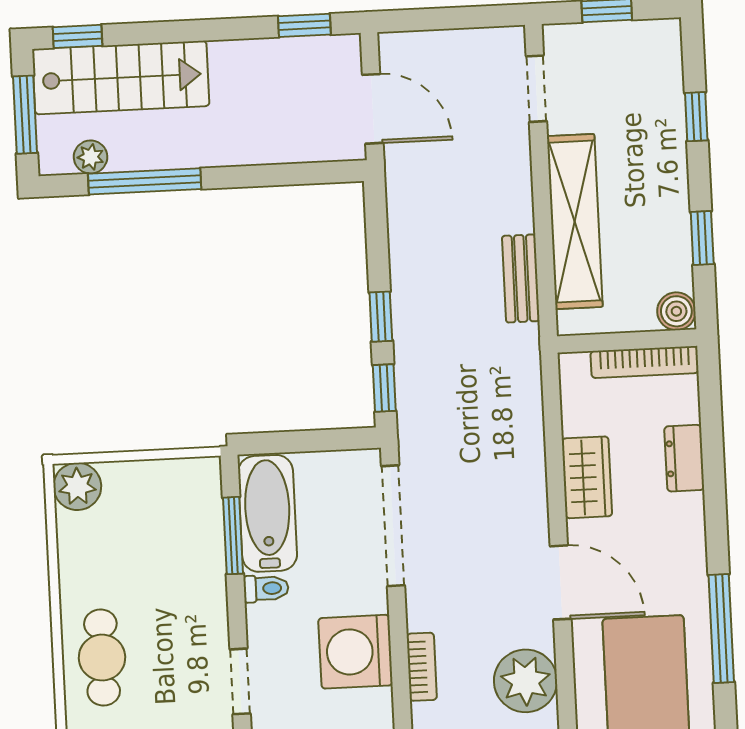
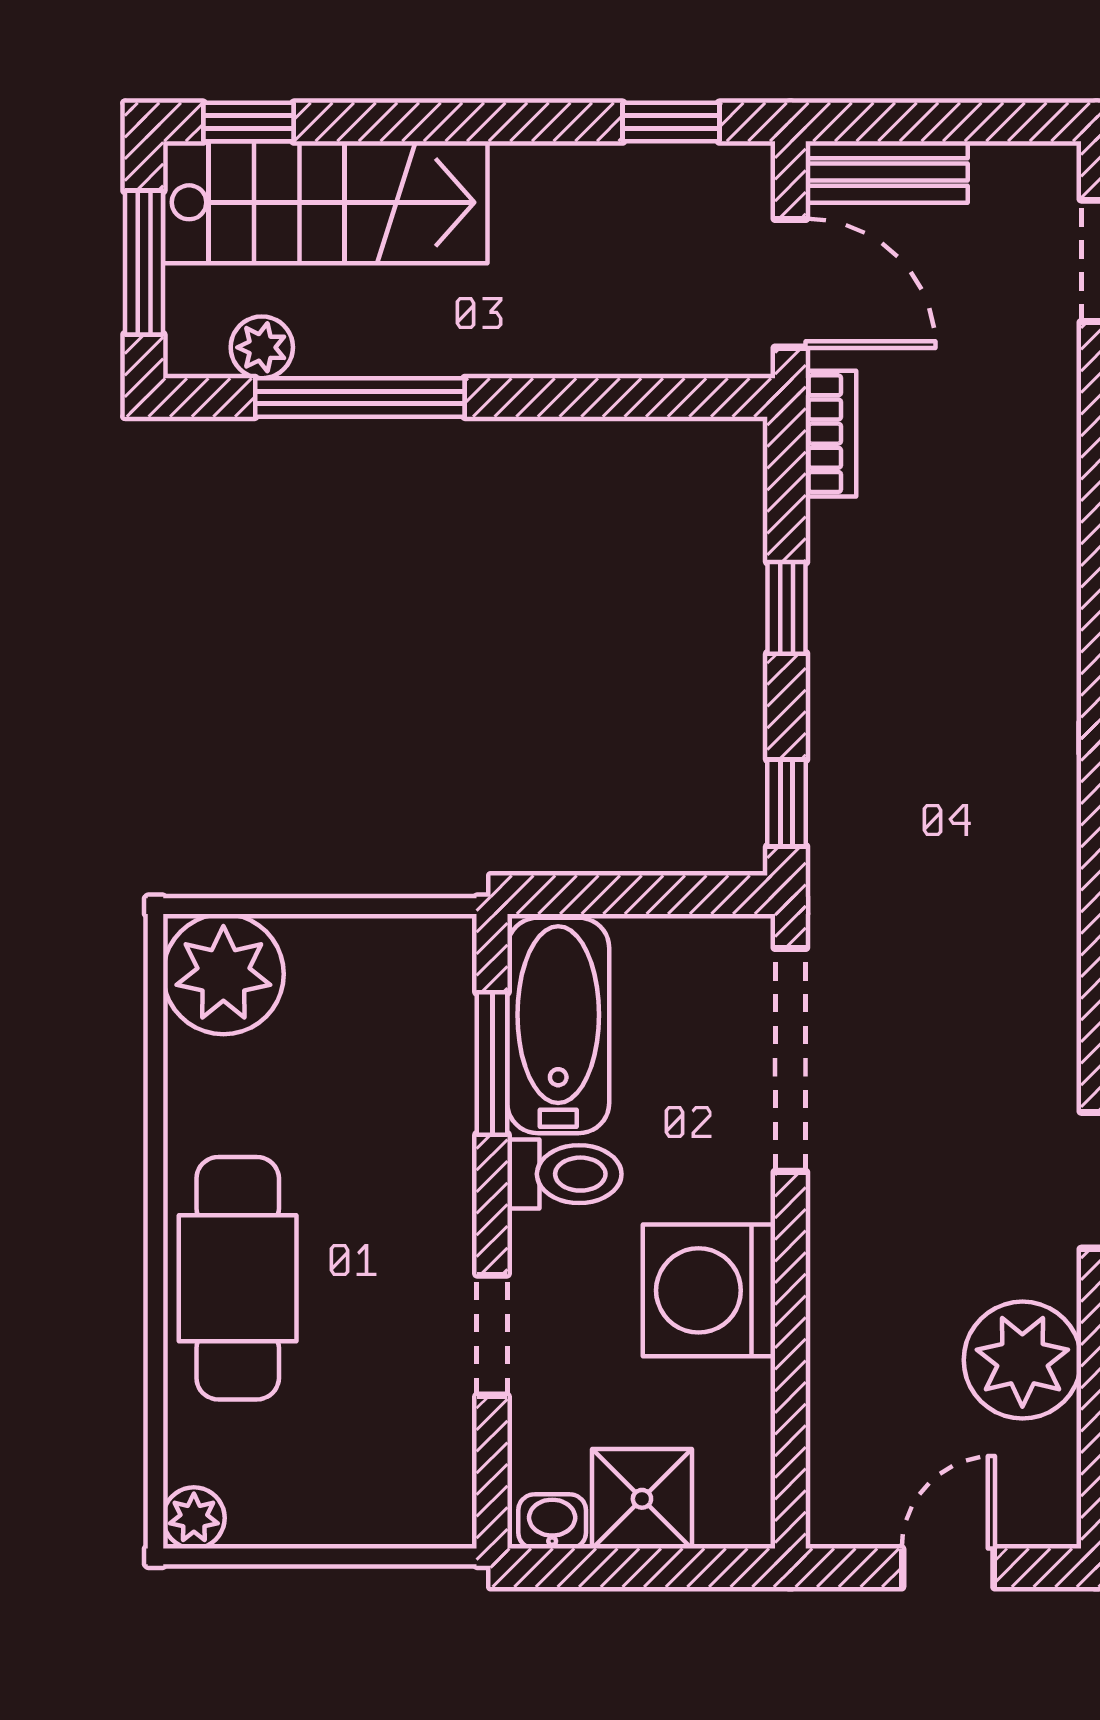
bench: (521, 278) -> (887, 172), moved, turned 90
window: (381, 317) -> (787, 608), moved
plant: (77, 486) -> (223, 974), width x1.36, depth x1.36
toilet: (266, 588) -> (564, 1174), width x1.37, depth x1.39
cafe table: (102, 658) -> (238, 1278), width x1.37, depth x1.35
bookcase: (422, 667) -> (831, 434), moved

